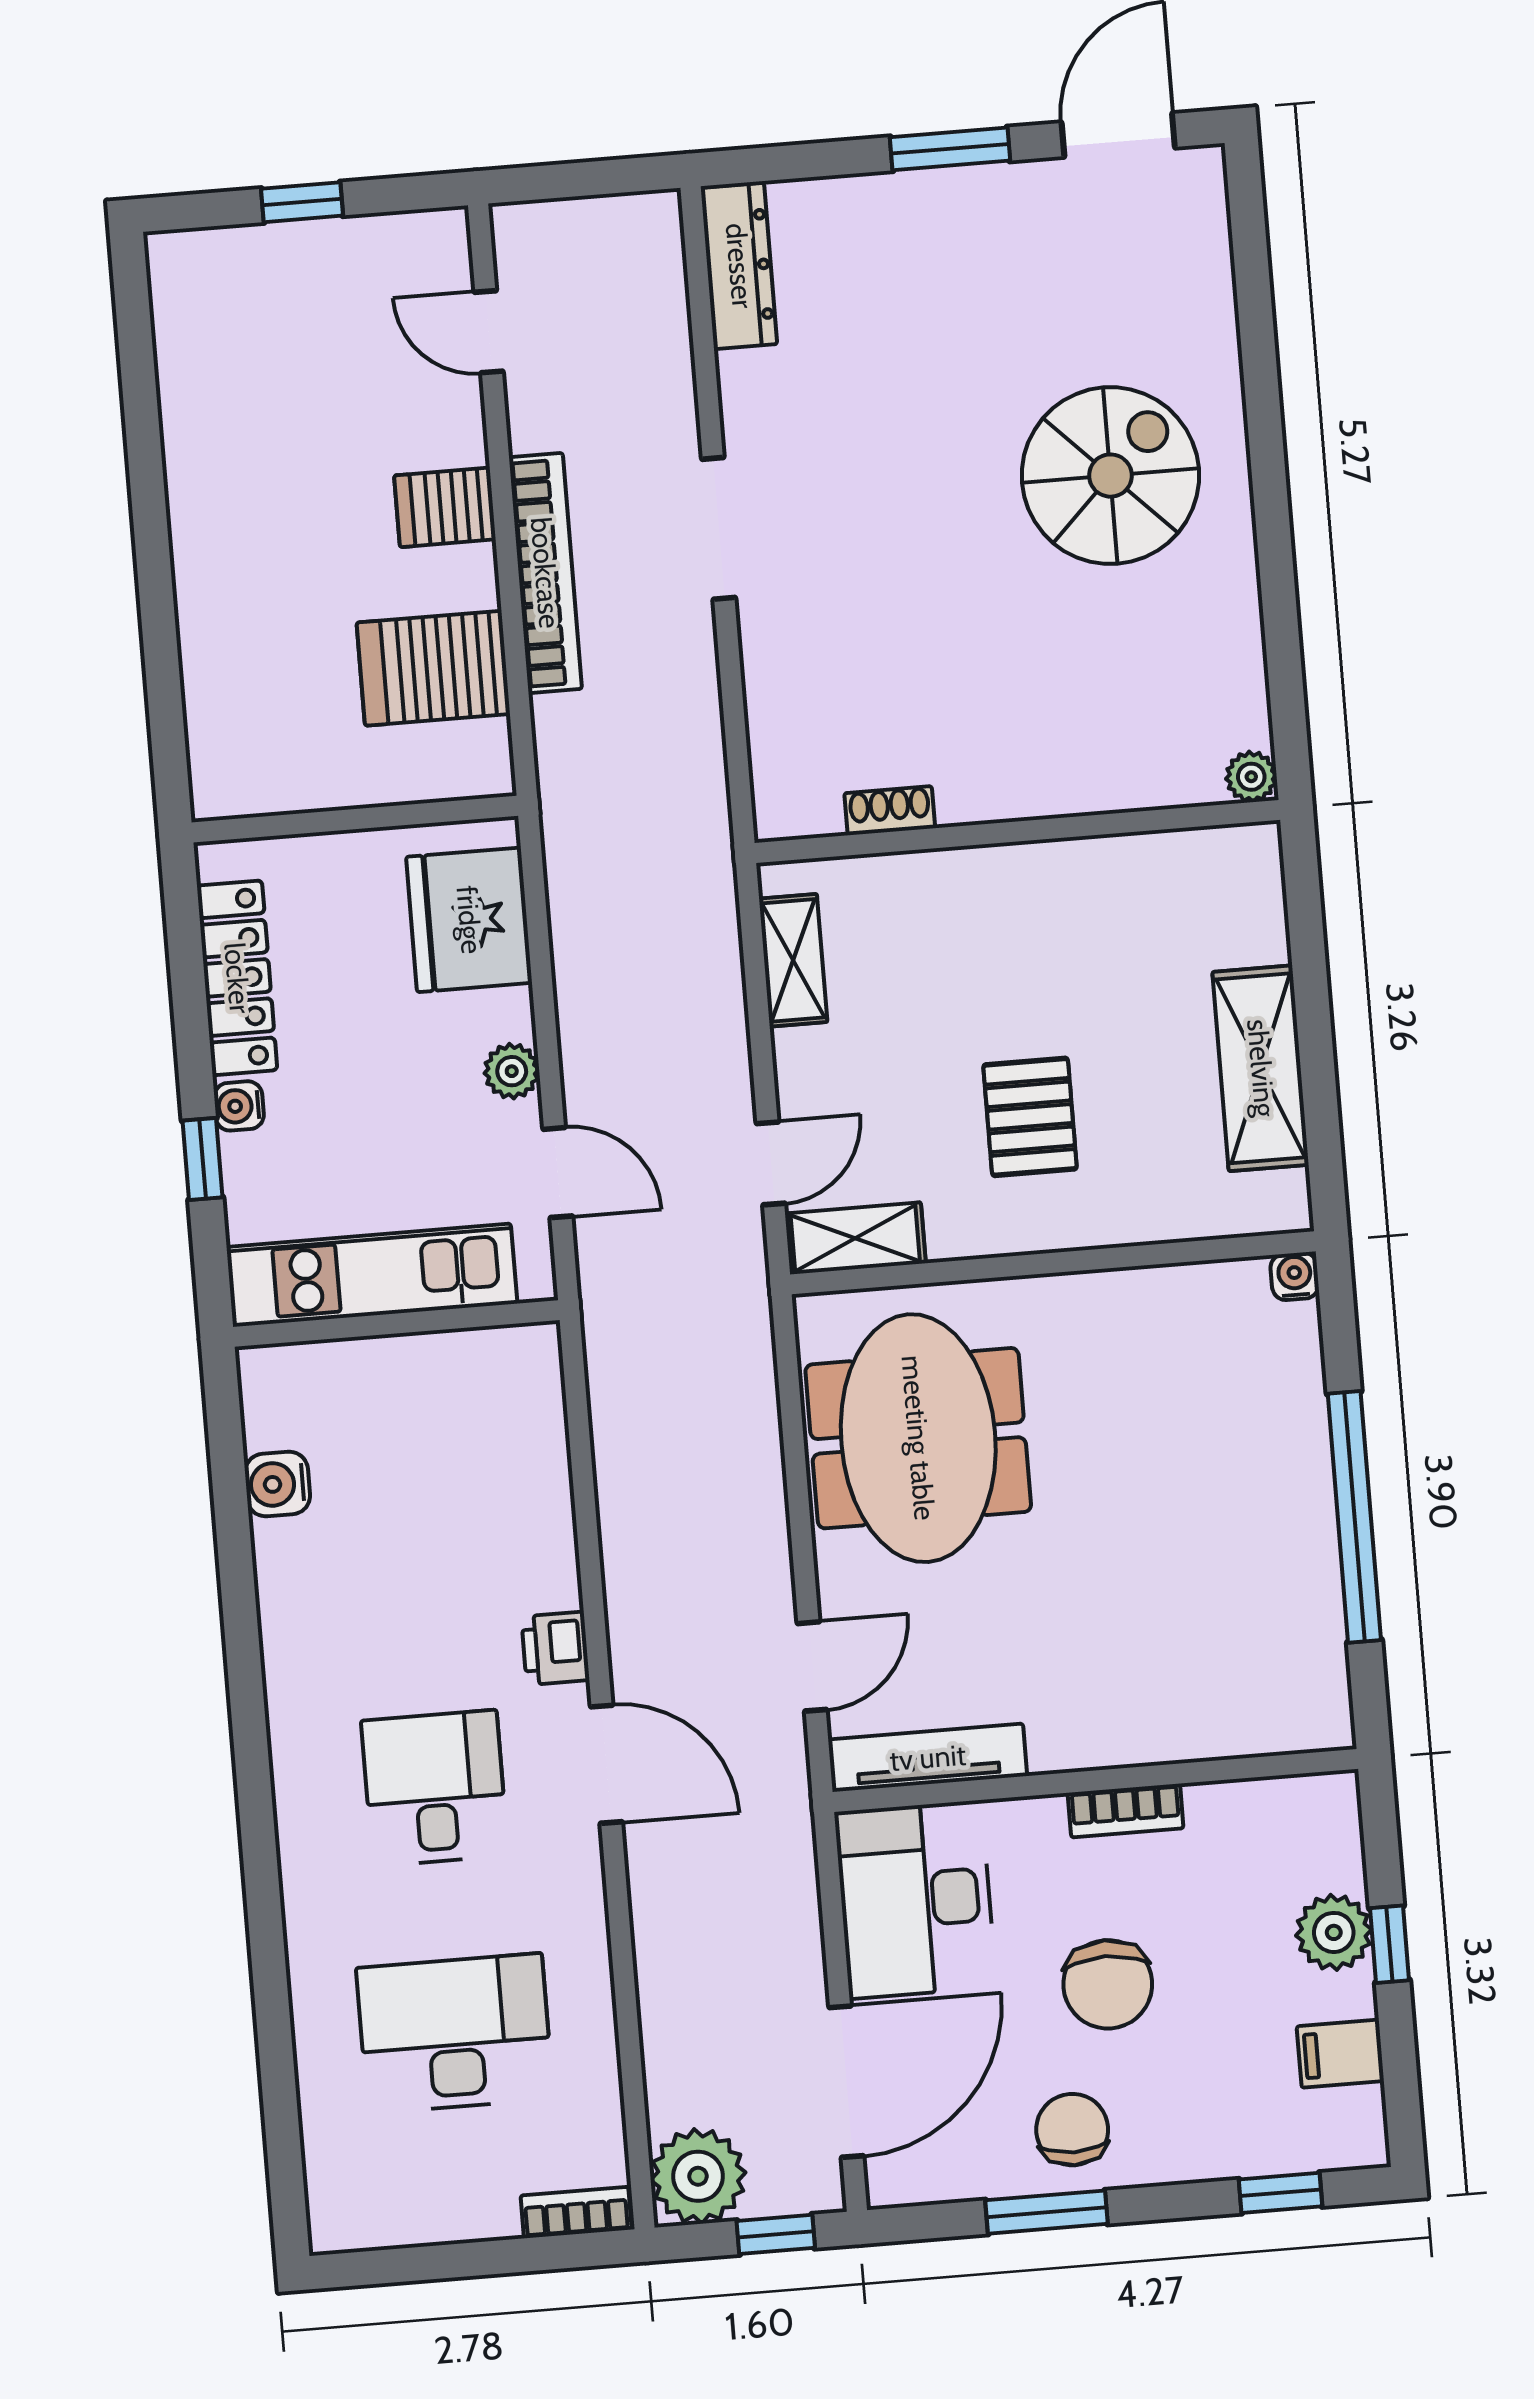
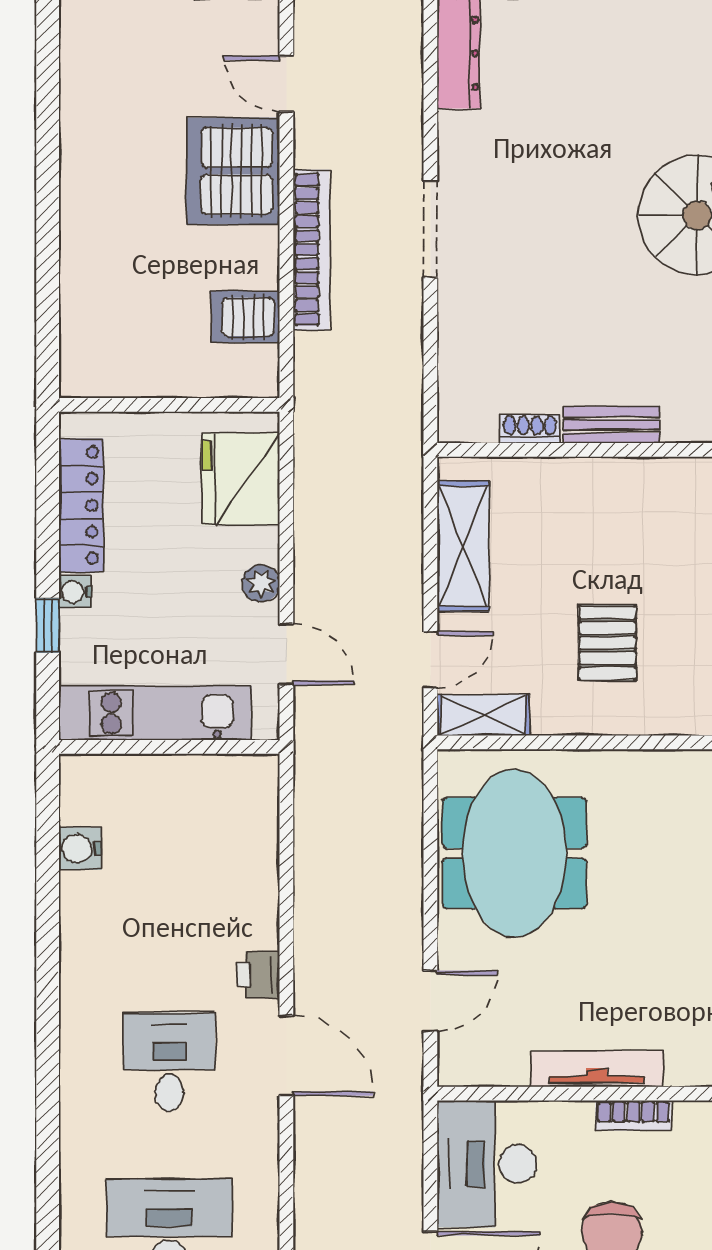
server rack: (445, 507) -> (233, 171), width x2.18, depth x1.44
server rack: (433, 668) -> (245, 317), width x0.73, depth x0.70
bench: (1009, 795) -> (611, 425), added
shelving: (793, 960) -> (463, 546), width x1.50, depth x1.33
tv unit: (928, 1758) -> (597, 1069), moved

